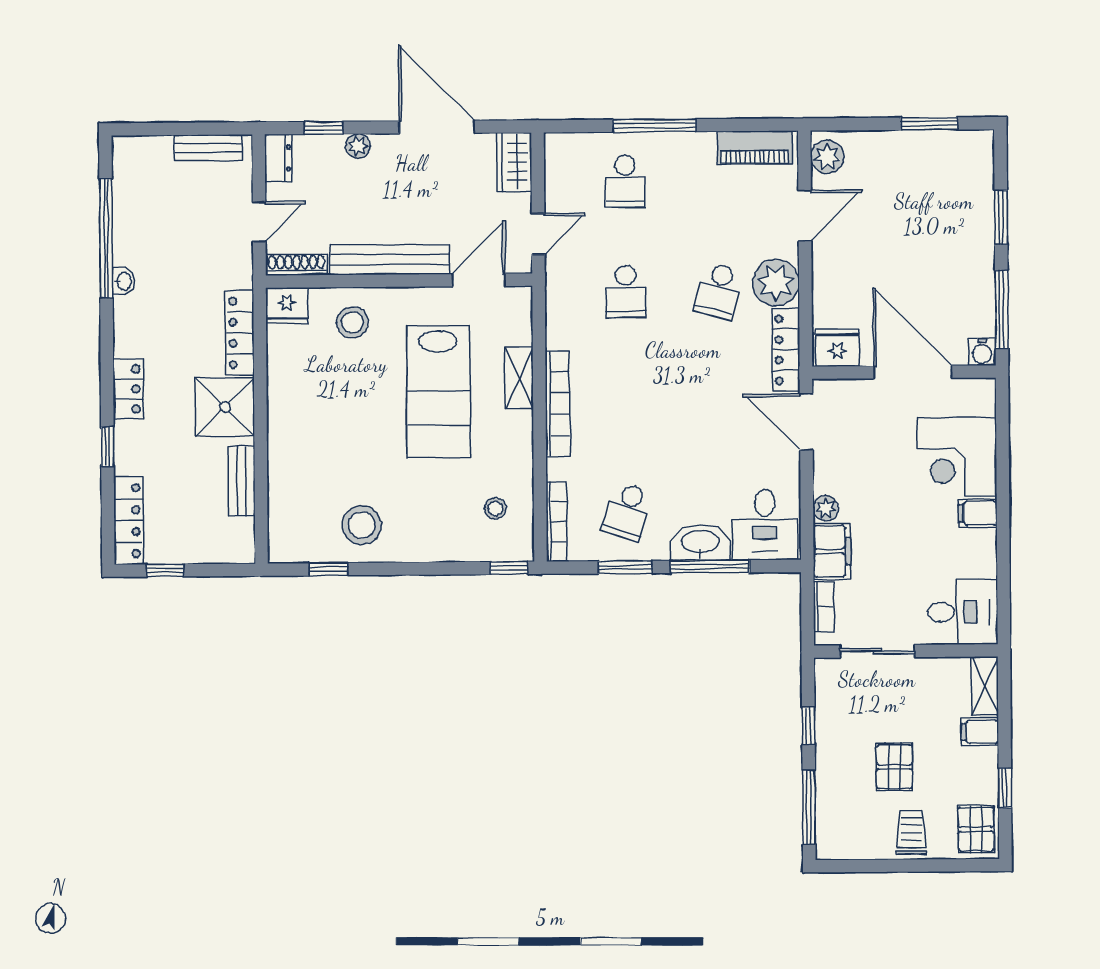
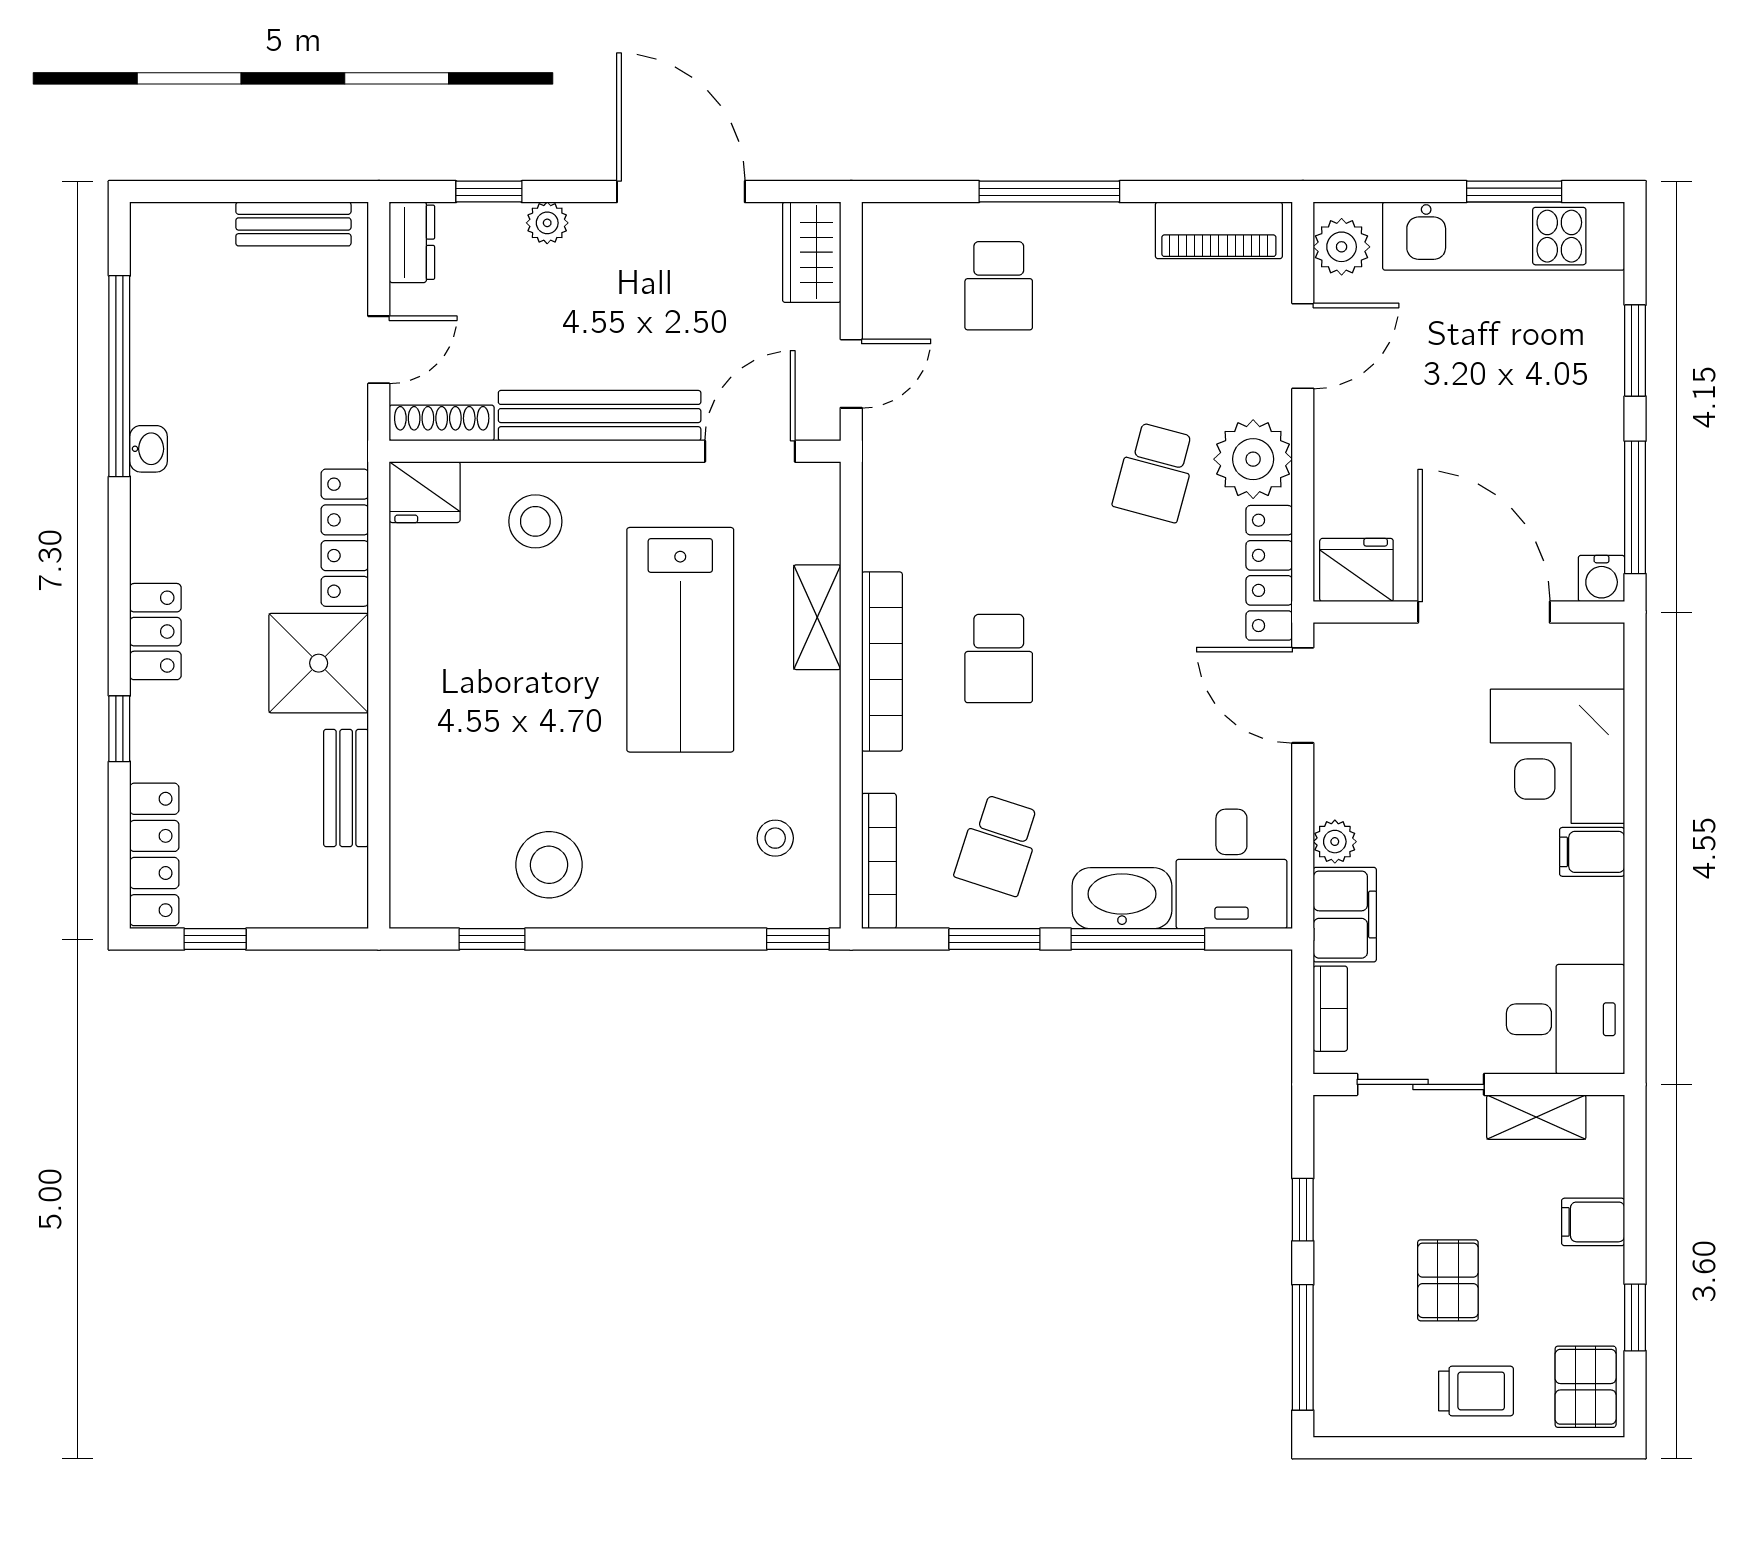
kitchen unit: (923, 150) -> (1504, 236), added
school desk: (626, 291) -> (999, 659), moved
shelving: (985, 686) -> (1536, 1117), moved, turned 90
trolley: (911, 832) -> (1476, 1391), turned 90

